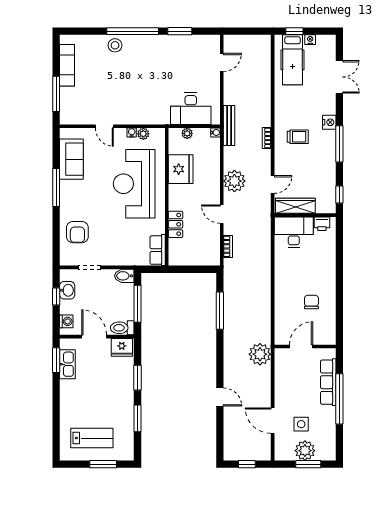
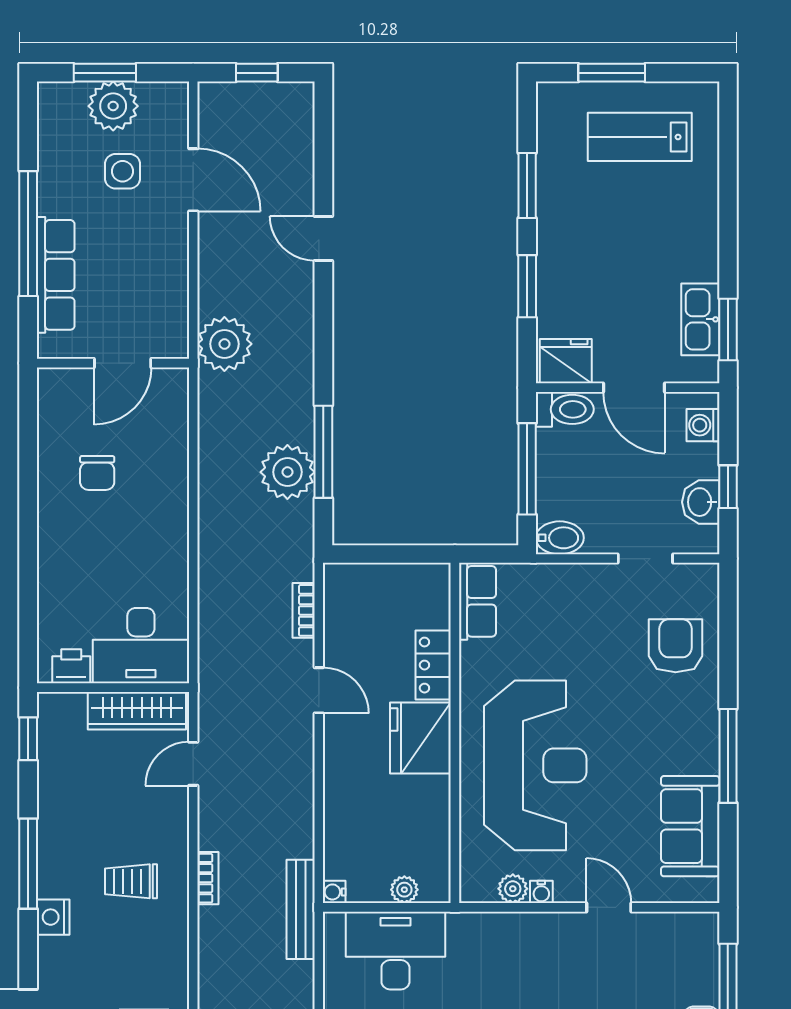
fridge: (181, 169) -> (420, 738), moved
plant: (234, 181) -> (287, 472), moved

